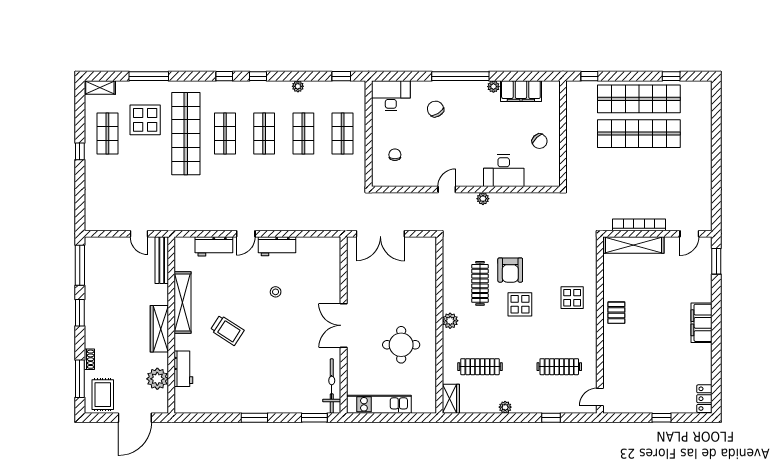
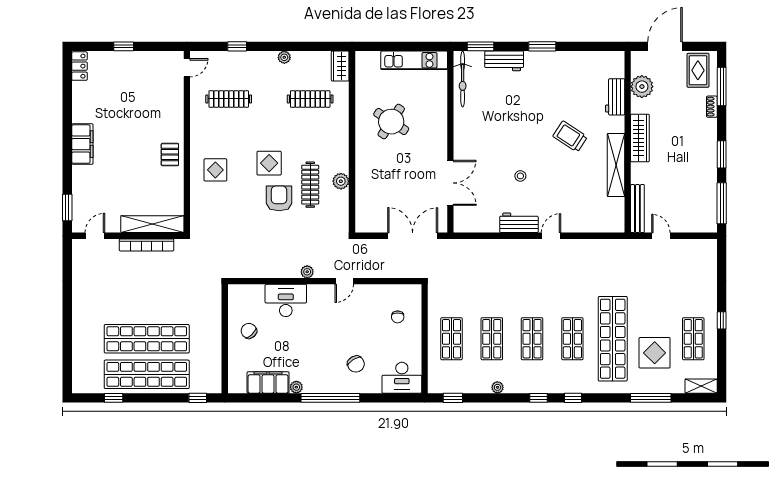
workbench: (214, 246) -> (504, 61), moved, turned 180
plant: (450, 321) -> (341, 181), moved
double door: (344, 325) -> (450, 183), moved
round table: (401, 345) -> (391, 122), turned 33

